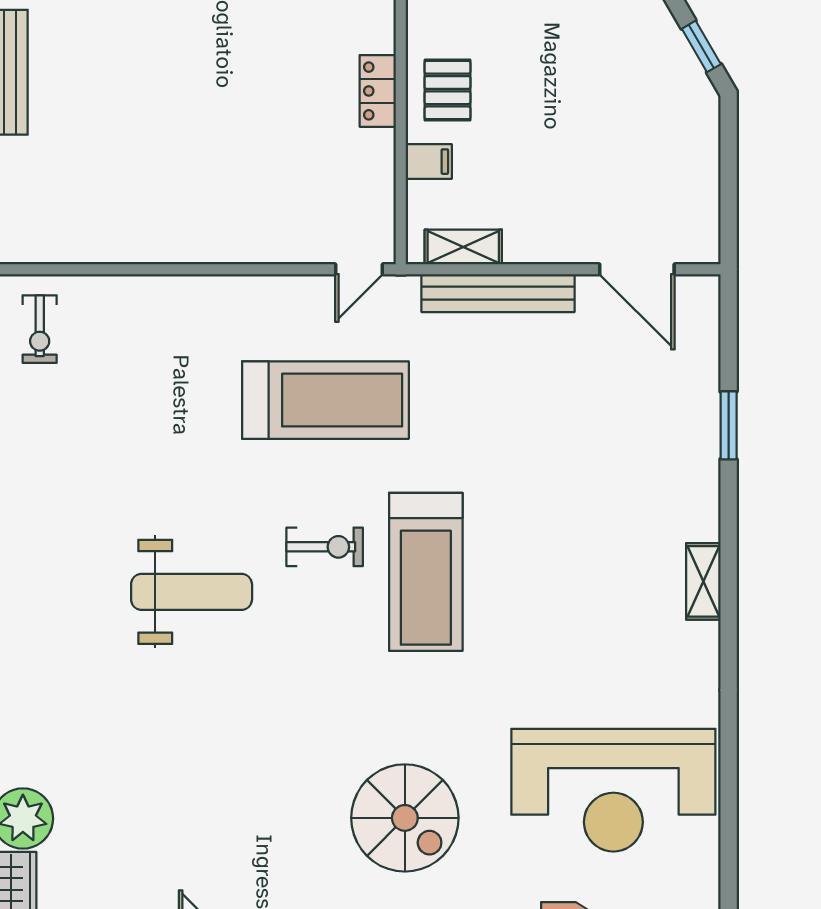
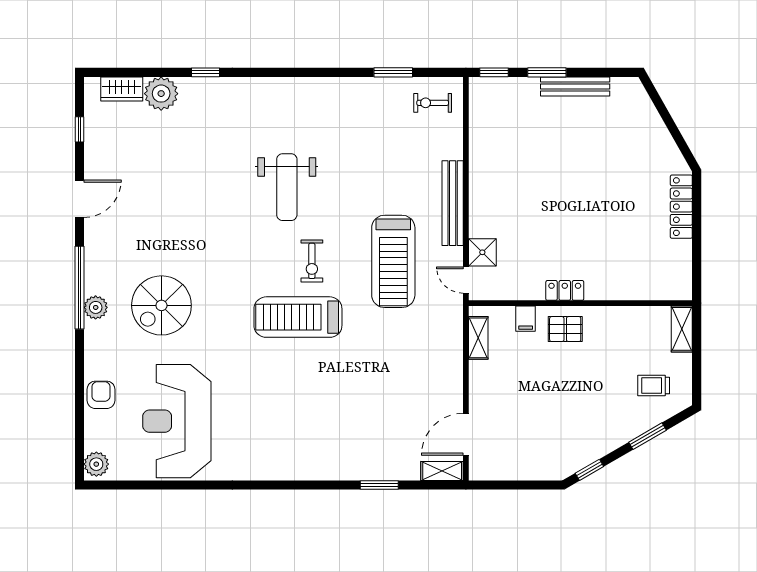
shower: (309, 240) -> (482, 252), added
bench: (498, 293) -> (453, 203), moved
shelving: (703, 581) -> (442, 471), moved

